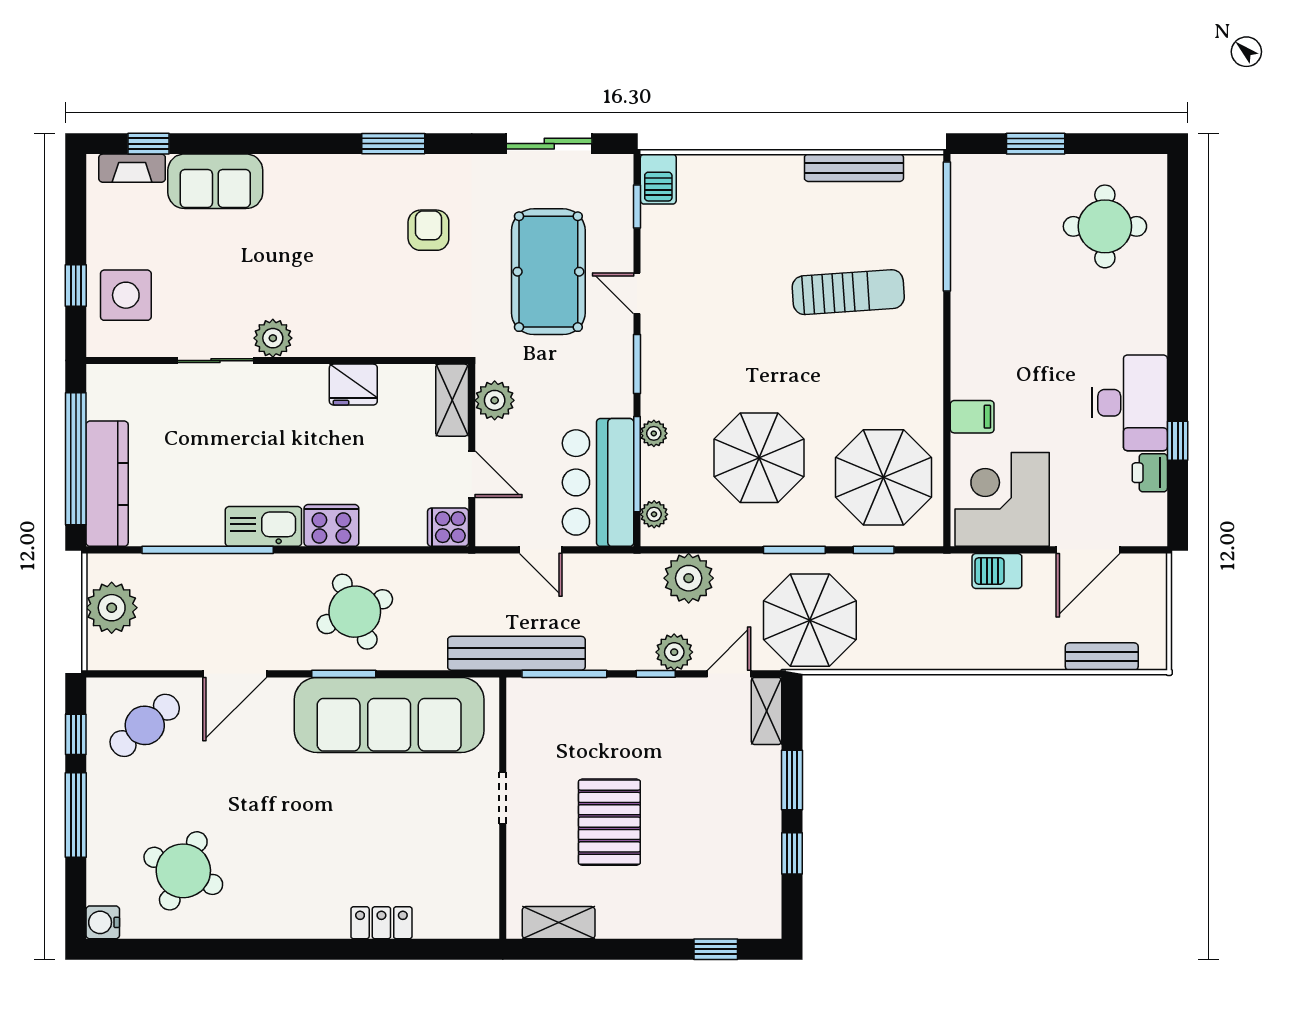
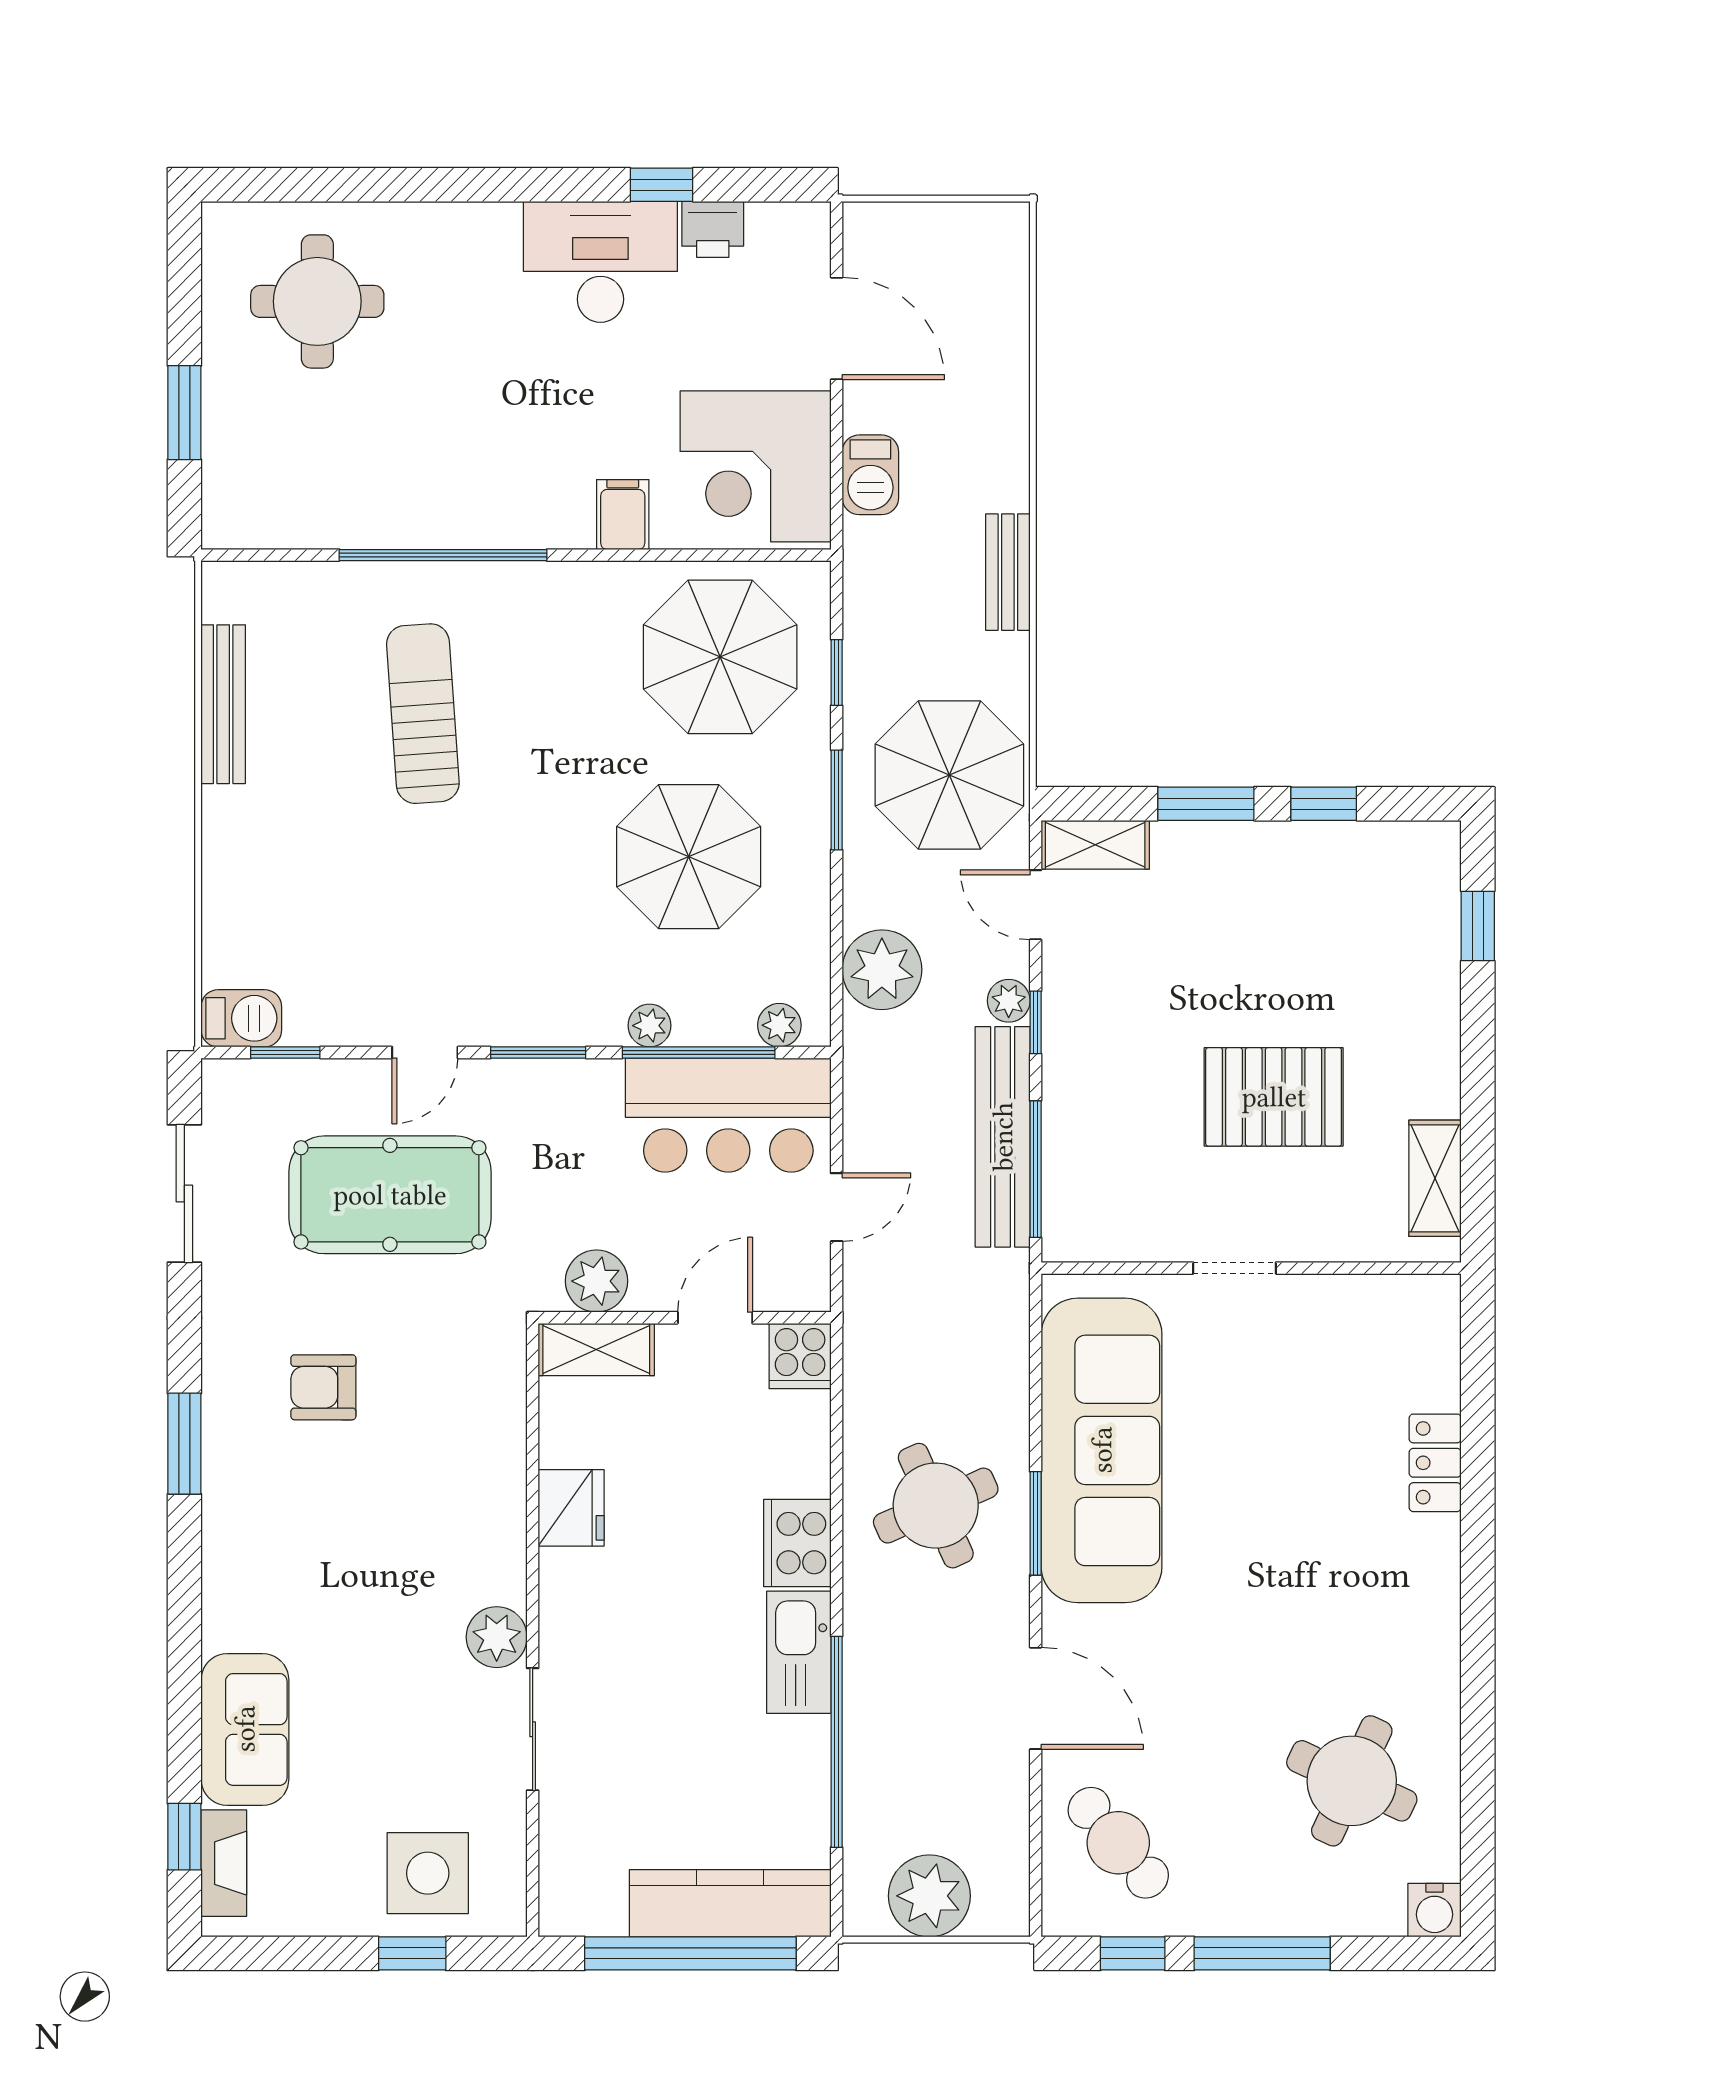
window: (947, 226) -> (443, 555), moved
plant: (674, 652) -> (1009, 1001), width x0.73, depth x0.73
bench: (516, 653) -> (1003, 1137), moved
bench: (1102, 657) -> (1008, 572), moved

